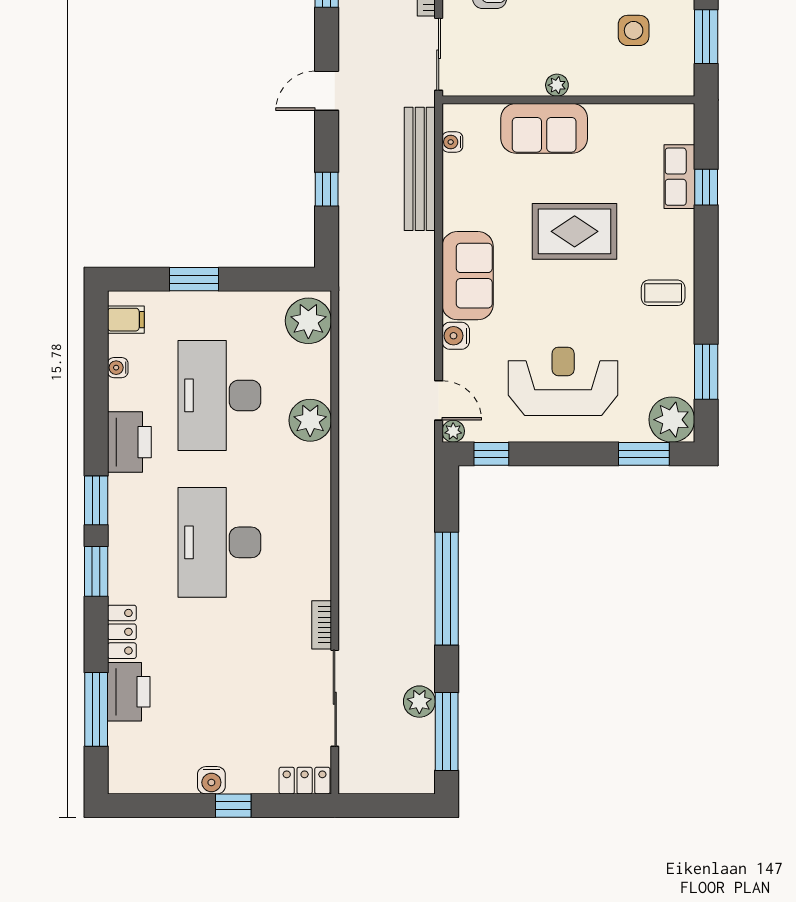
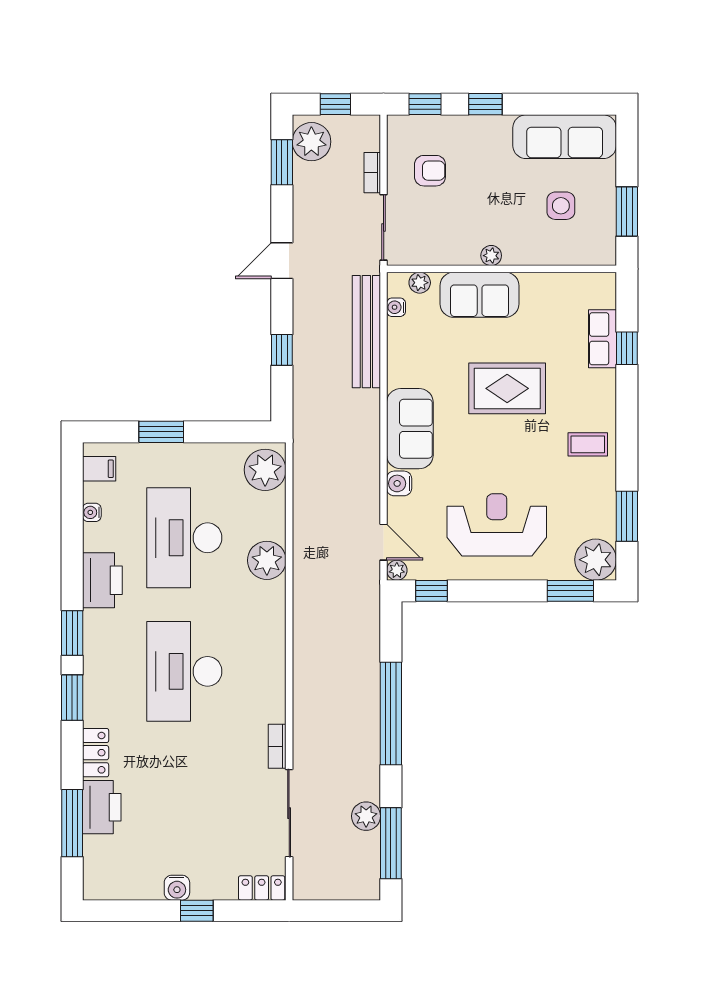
plant: (478, 115) -> (420, 283), added

